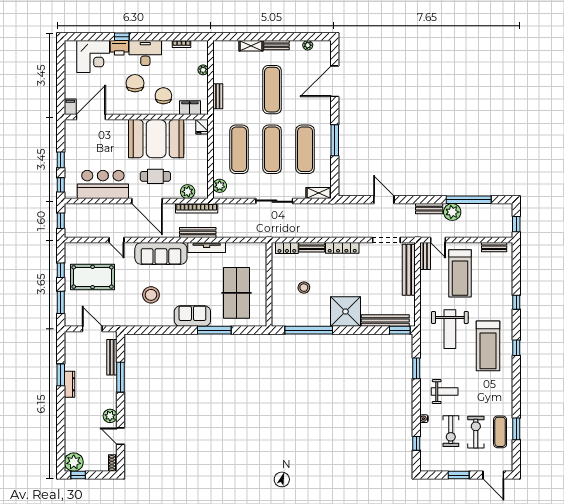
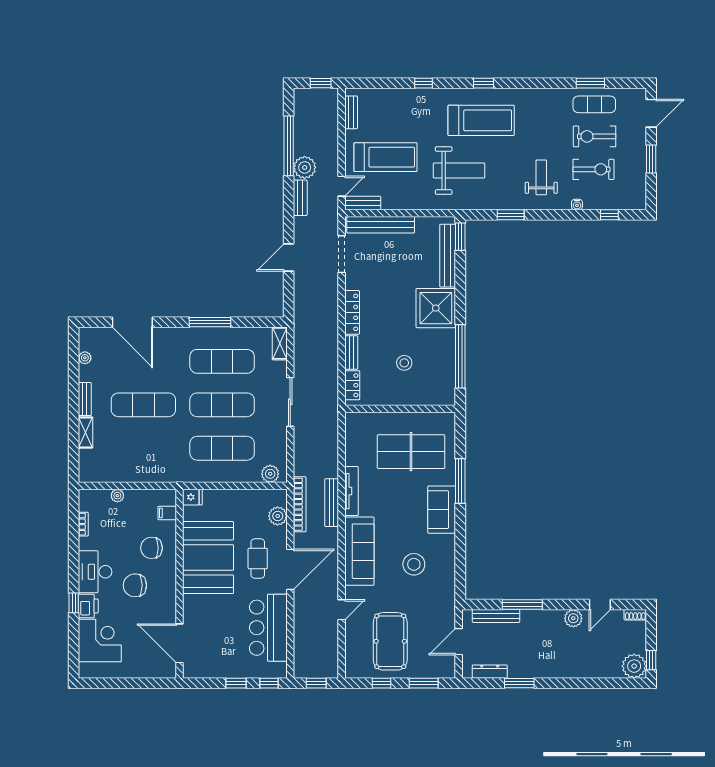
bench: (218, 96) -> (152, 476), removed
filing cabinet: (70, 107) -> (166, 671), removed
filing cabinet: (190, 108) -> (167, 513), width x0.50
dresser: (70, 384) -> (490, 672), moved

